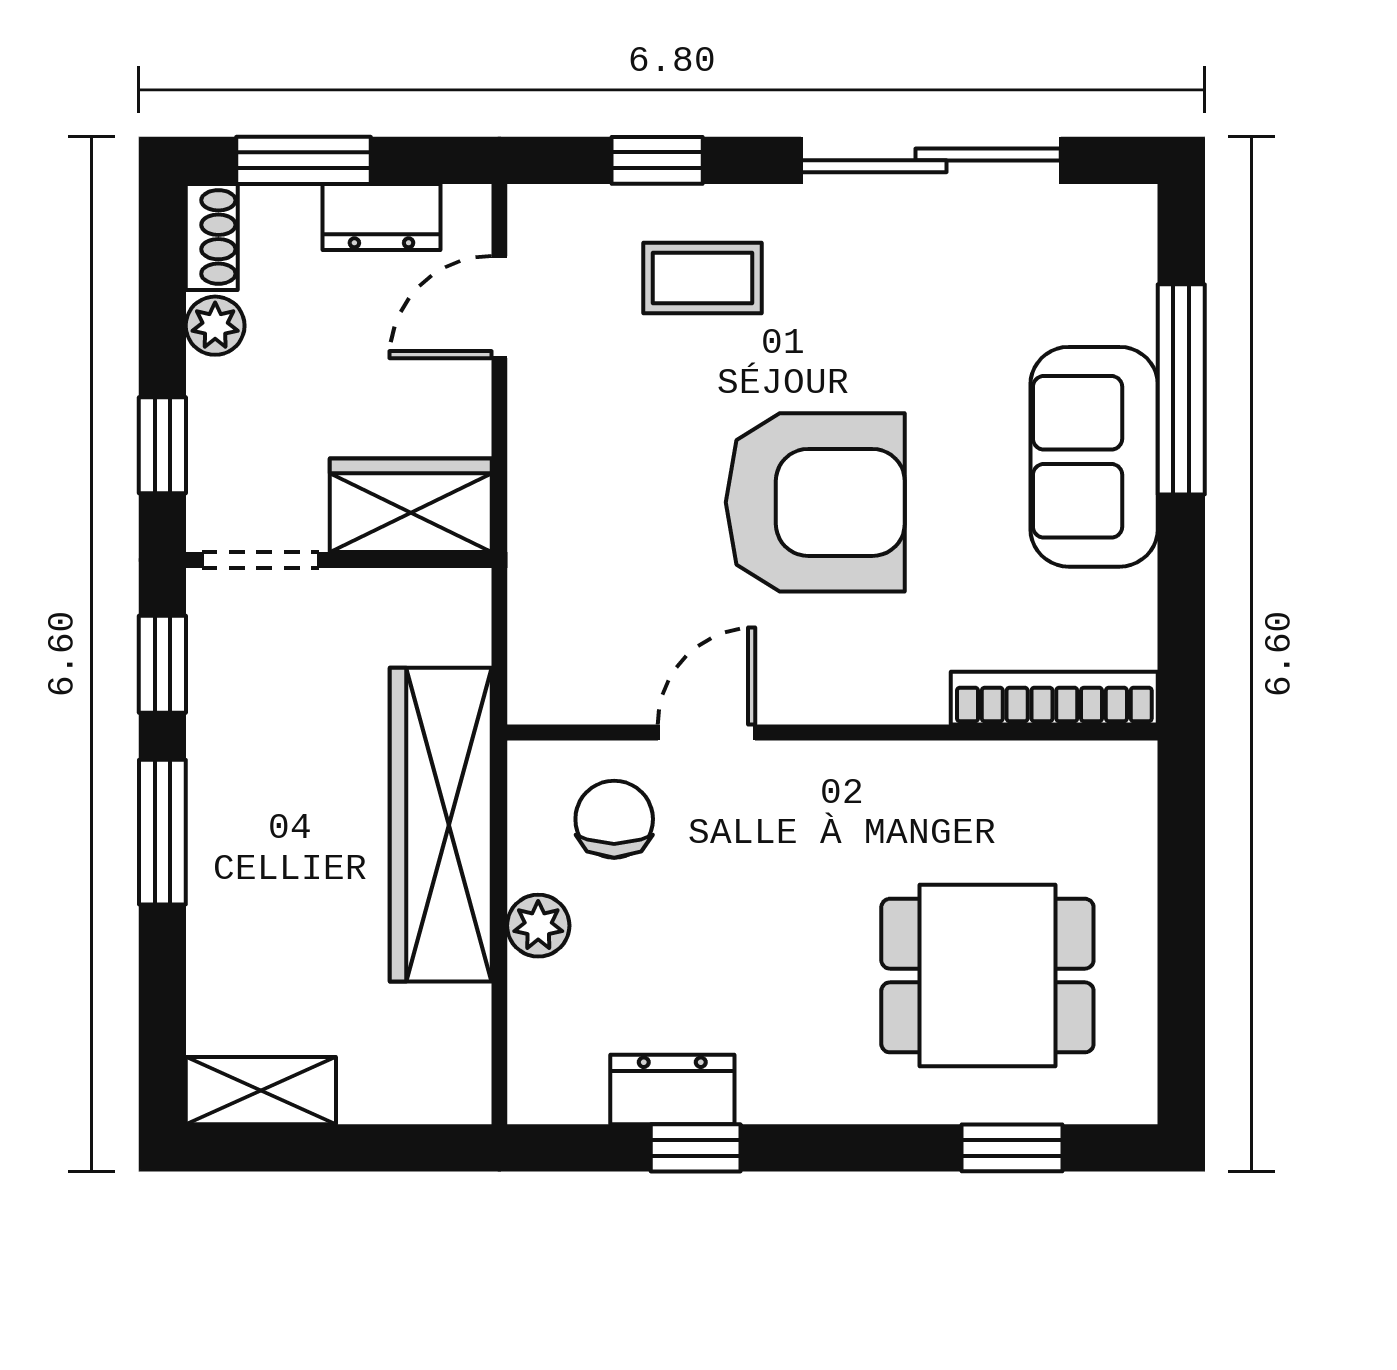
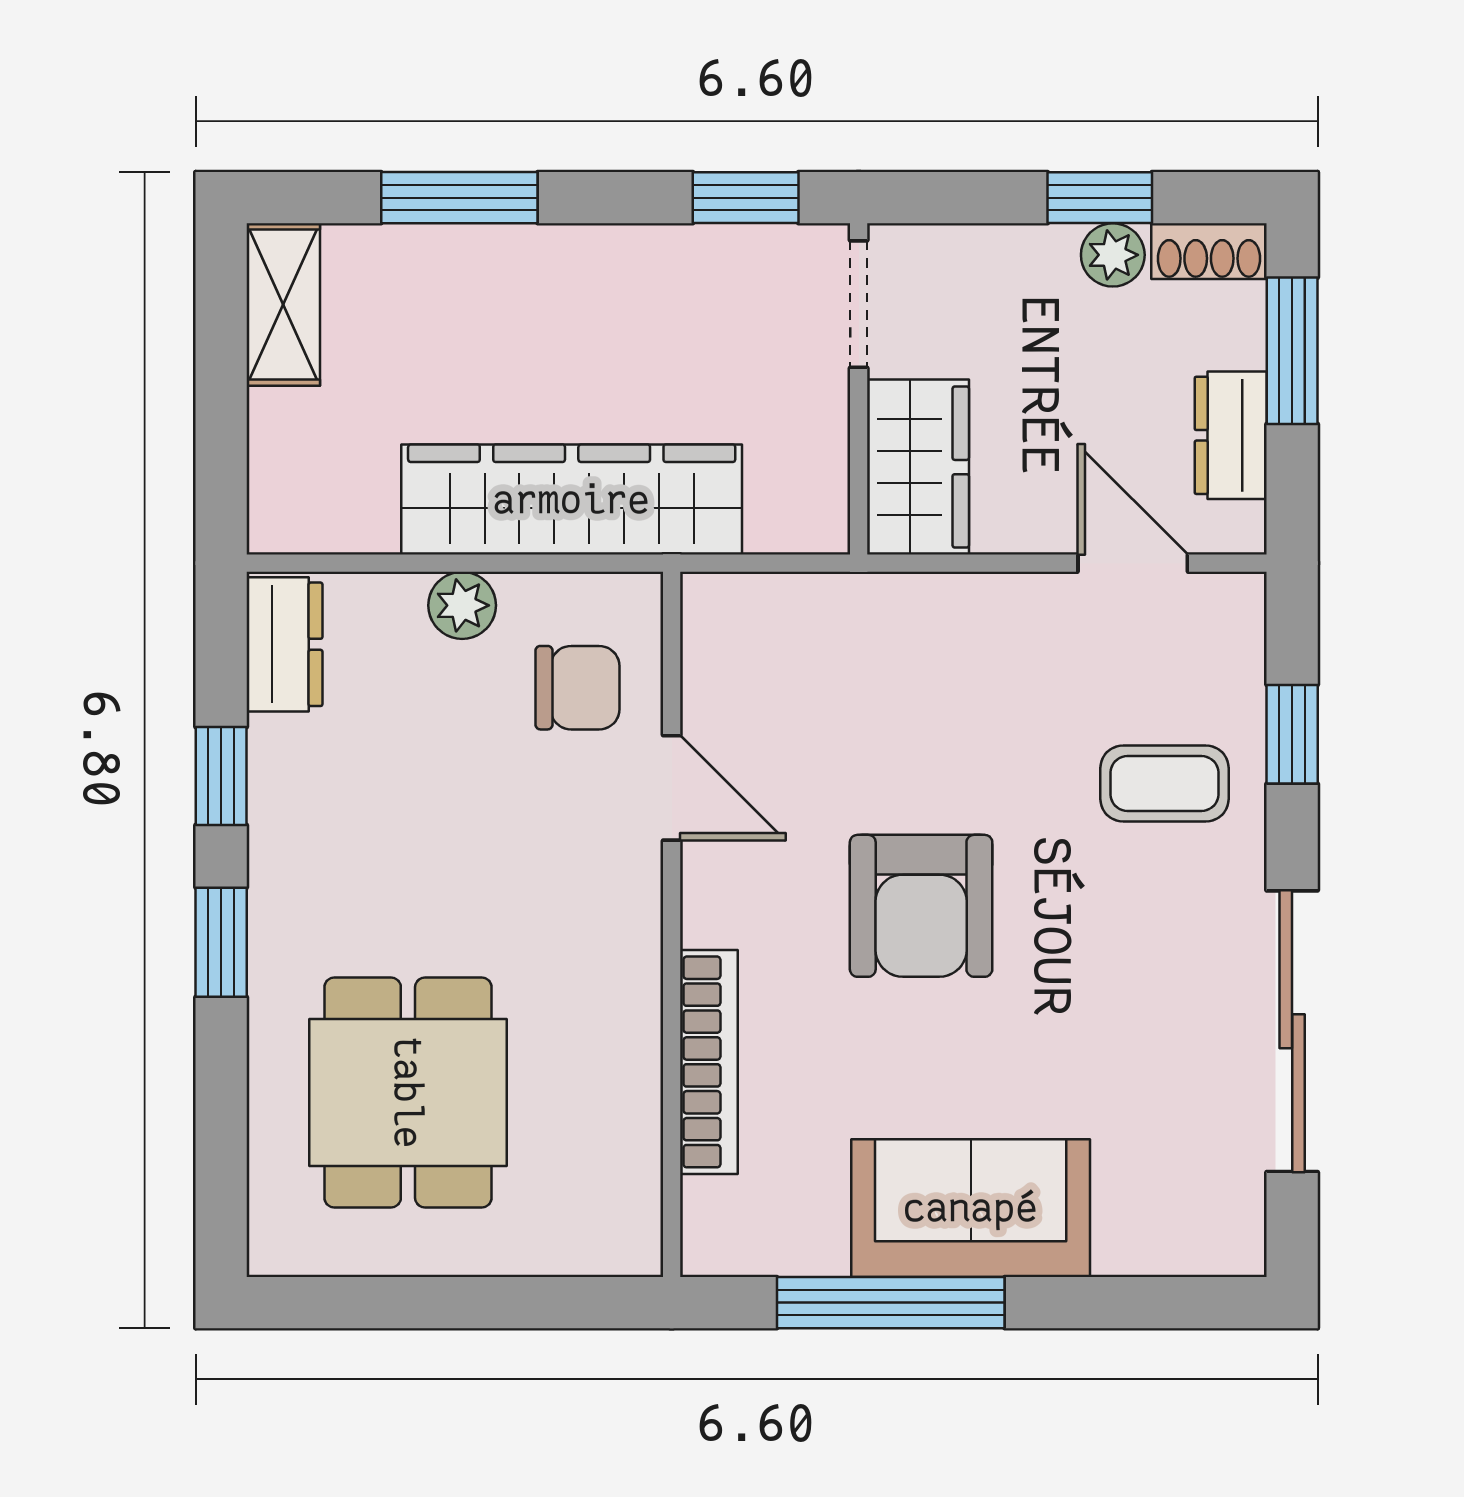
coffee table: (703, 278) -> (1164, 783), turned 90
window: (1181, 389) -> (891, 1303), moved
window: (162, 445) -> (1100, 198), moved
armchair: (815, 502) -> (921, 906), width x0.73, depth x0.73
bookcase: (1054, 698) -> (709, 1062), moved
window: (162, 832) -> (459, 198), moved
dresser: (672, 1089) -> (284, 644), moved
window: (1012, 1148) -> (221, 942), moved

